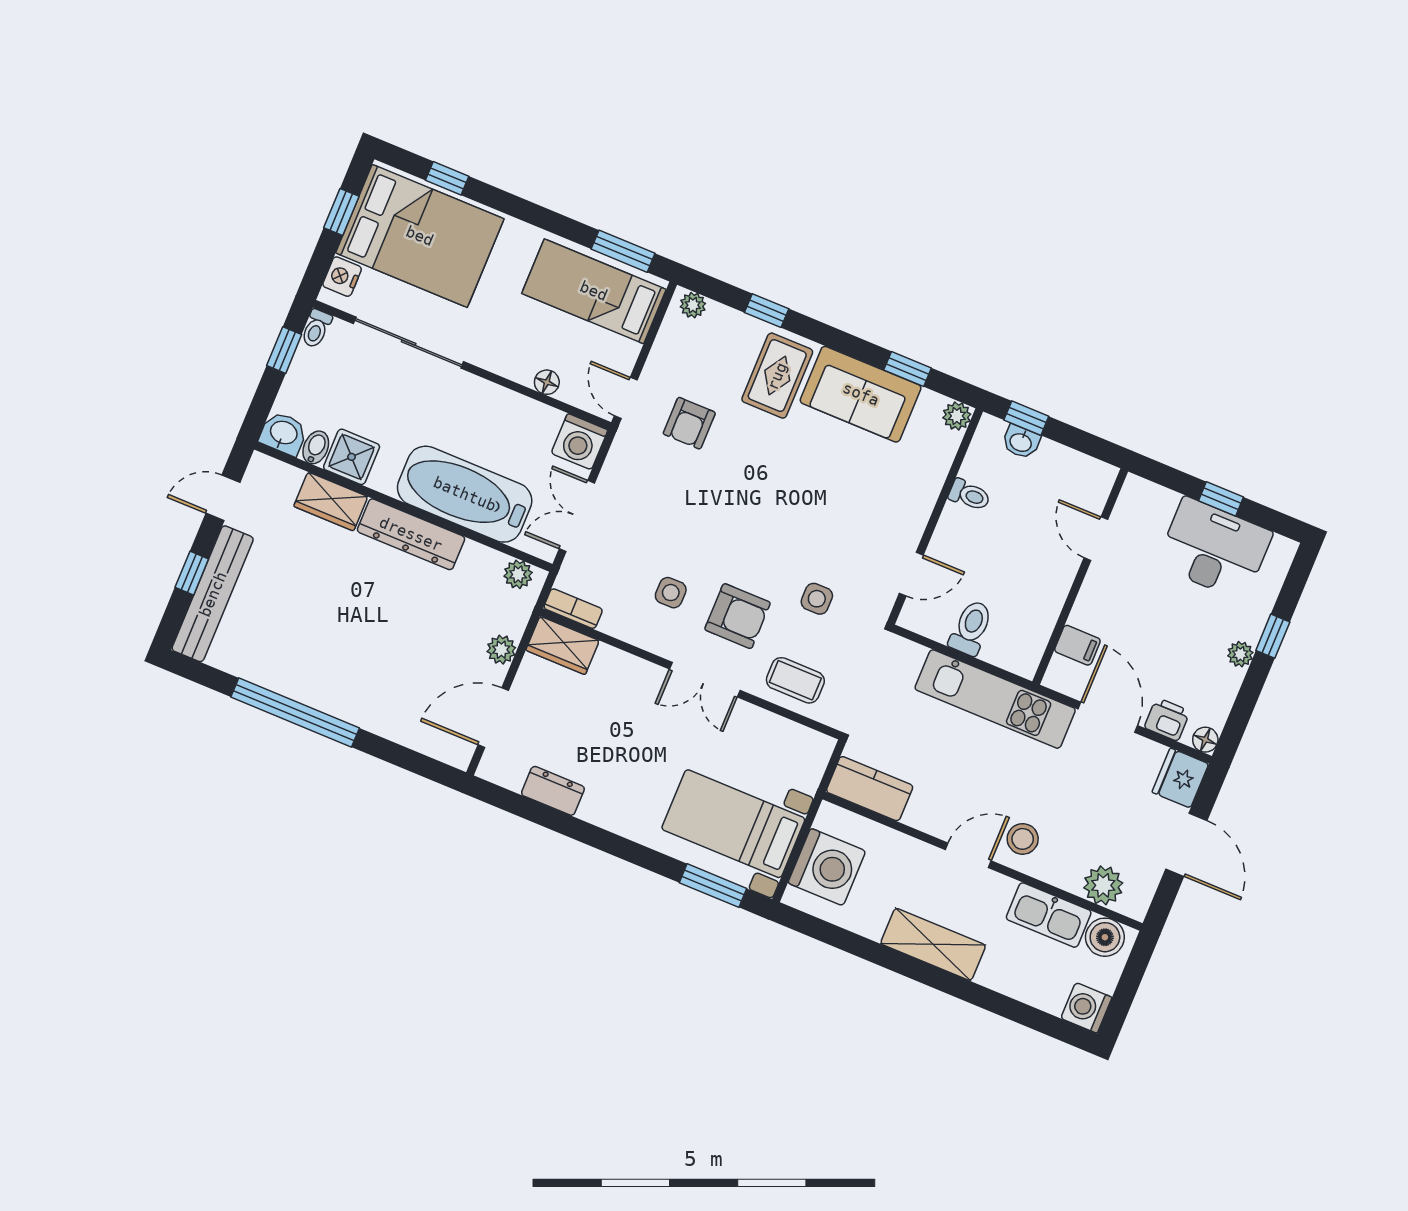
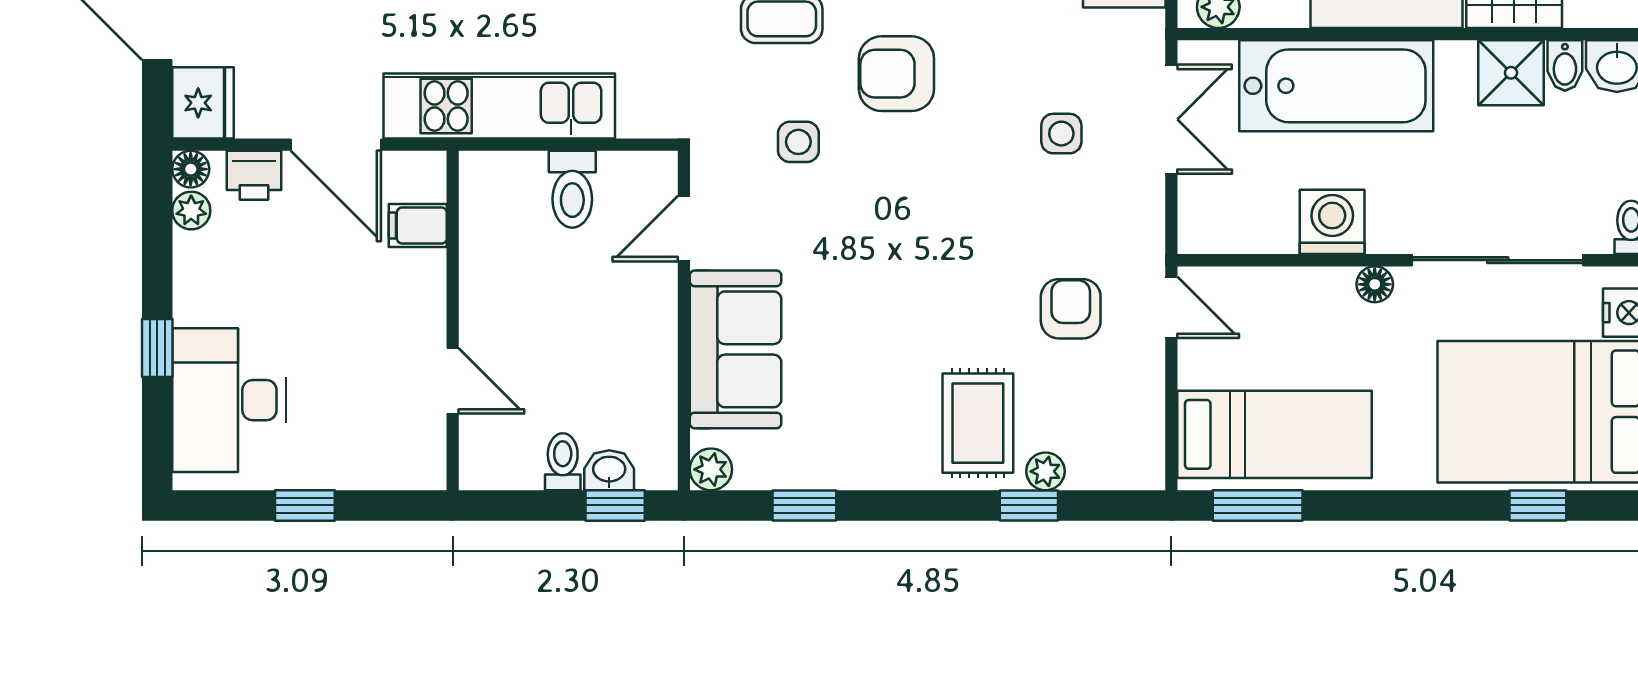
plant: (693, 305) -> (1046, 471), moved
floor lamp: (547, 382) -> (1375, 284), moved
sofa: (861, 394) -> (736, 349), moved, turned 90
washing machine: (580, 442) -> (1332, 222), moved
toilet: (969, 495) -> (563, 462), moved, turned 90
desk: (1214, 549) -> (229, 400), moved, turned 90
side table: (671, 593) -> (1061, 134), moved
plant: (1240, 654) -> (191, 211), moved

